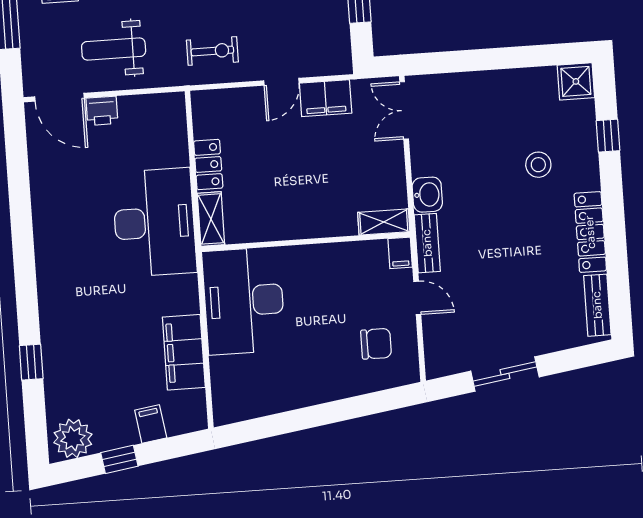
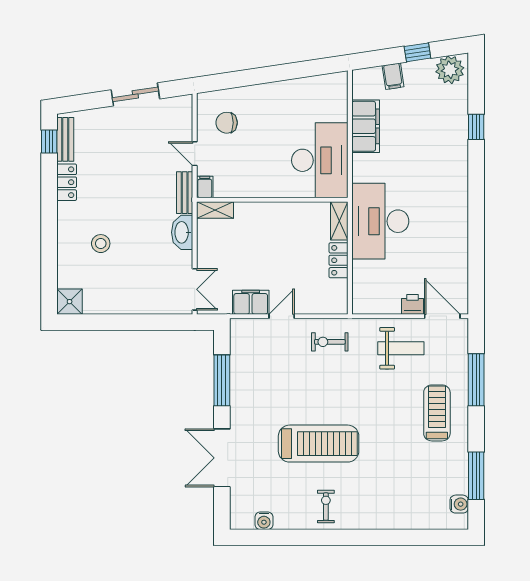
window: (608, 136) -> (49, 142), moved
washbasin: (427, 195) -> (182, 232), width x1.38
locker: (590, 232) -> (67, 182), width x0.66

